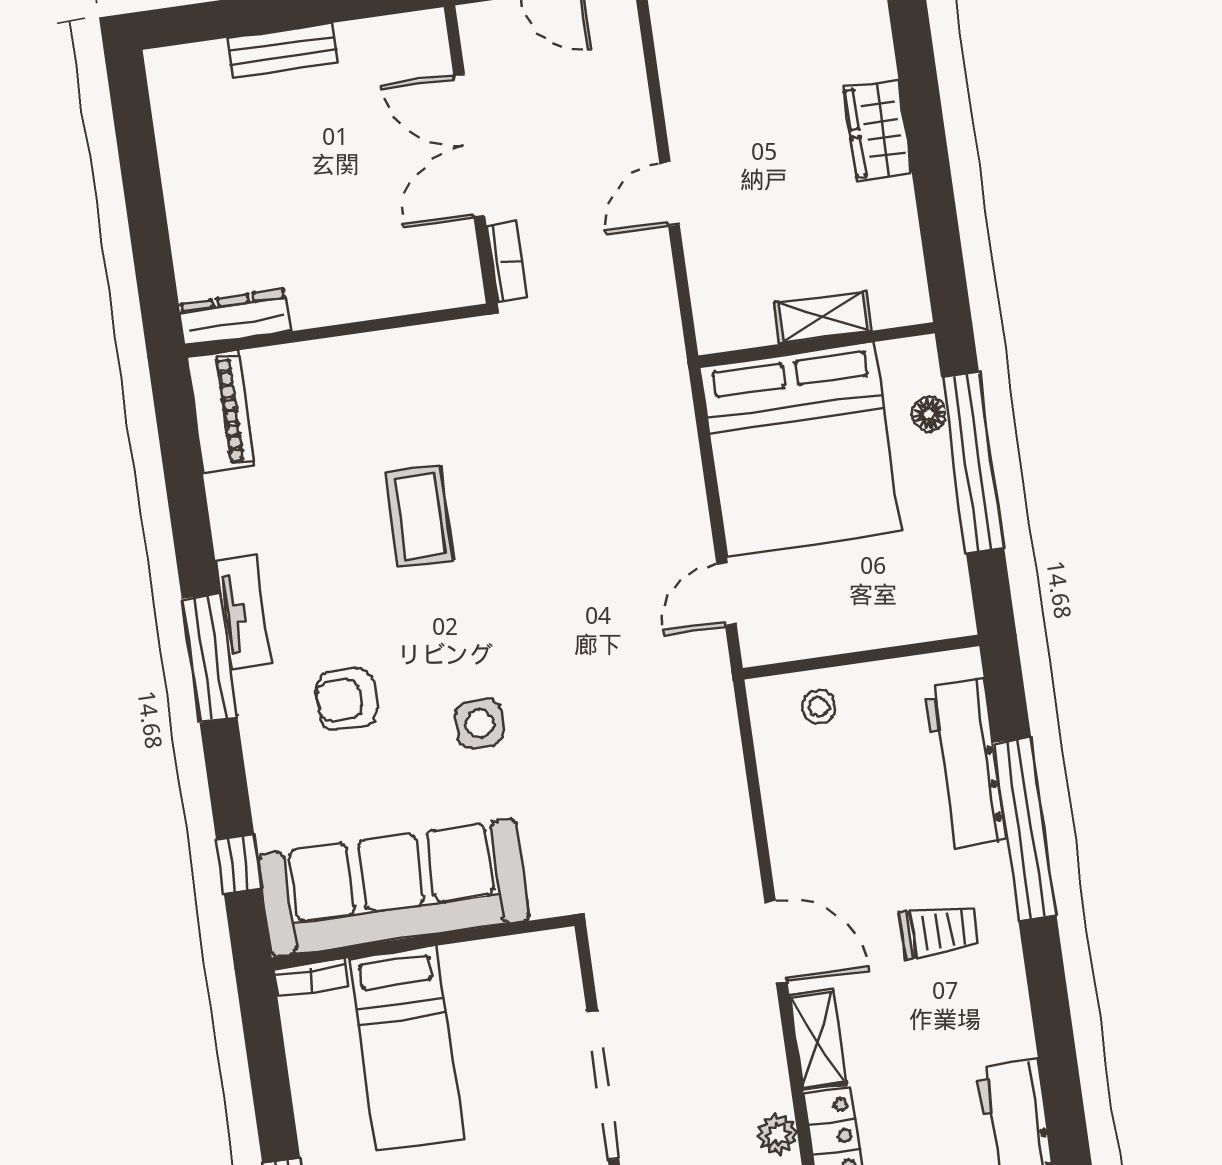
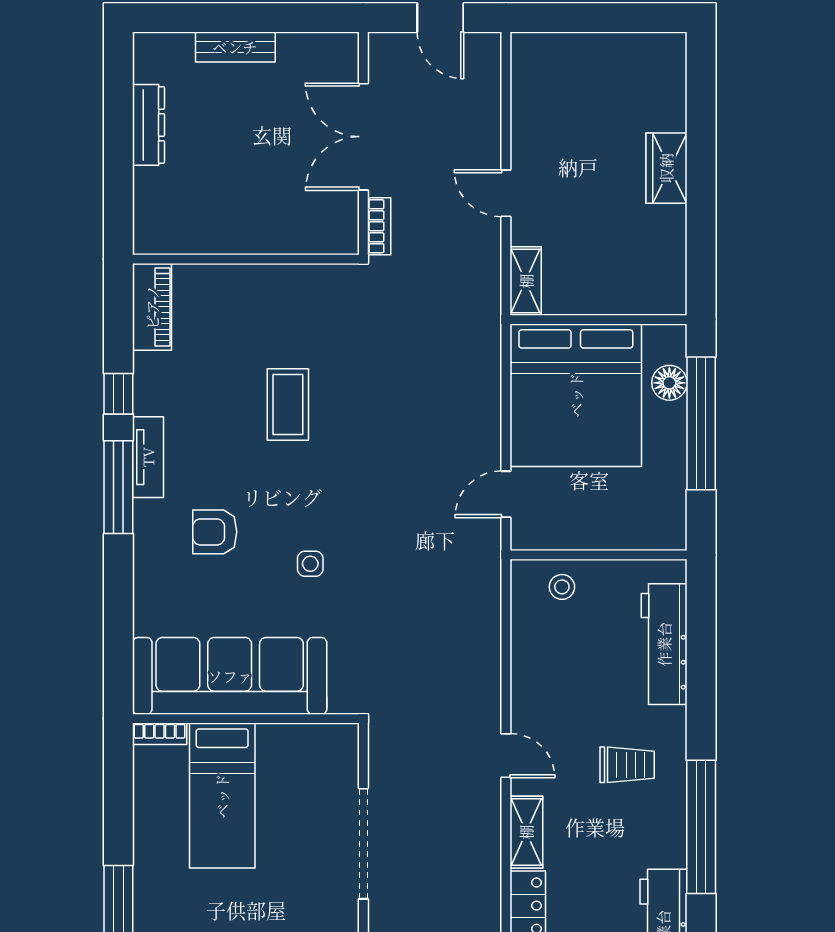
door: (669, 194) -> (506, 193), hinge flipped
shelving: (823, 317) -> (526, 281), moved, turned 90
dresser: (236, 318) -> (148, 125), moved, turned 90
floor lamp: (929, 414) -> (669, 383), width x1.37, depth x1.37
side table: (479, 724) -> (310, 564), width x0.73, depth x0.73
window: (1025, 829) -> (701, 827), moved
window: (239, 864) -> (118, 394), moved
door: (776, 942) -> (506, 756), width x0.73
plant: (777, 1134) -> (487, 898), removed

